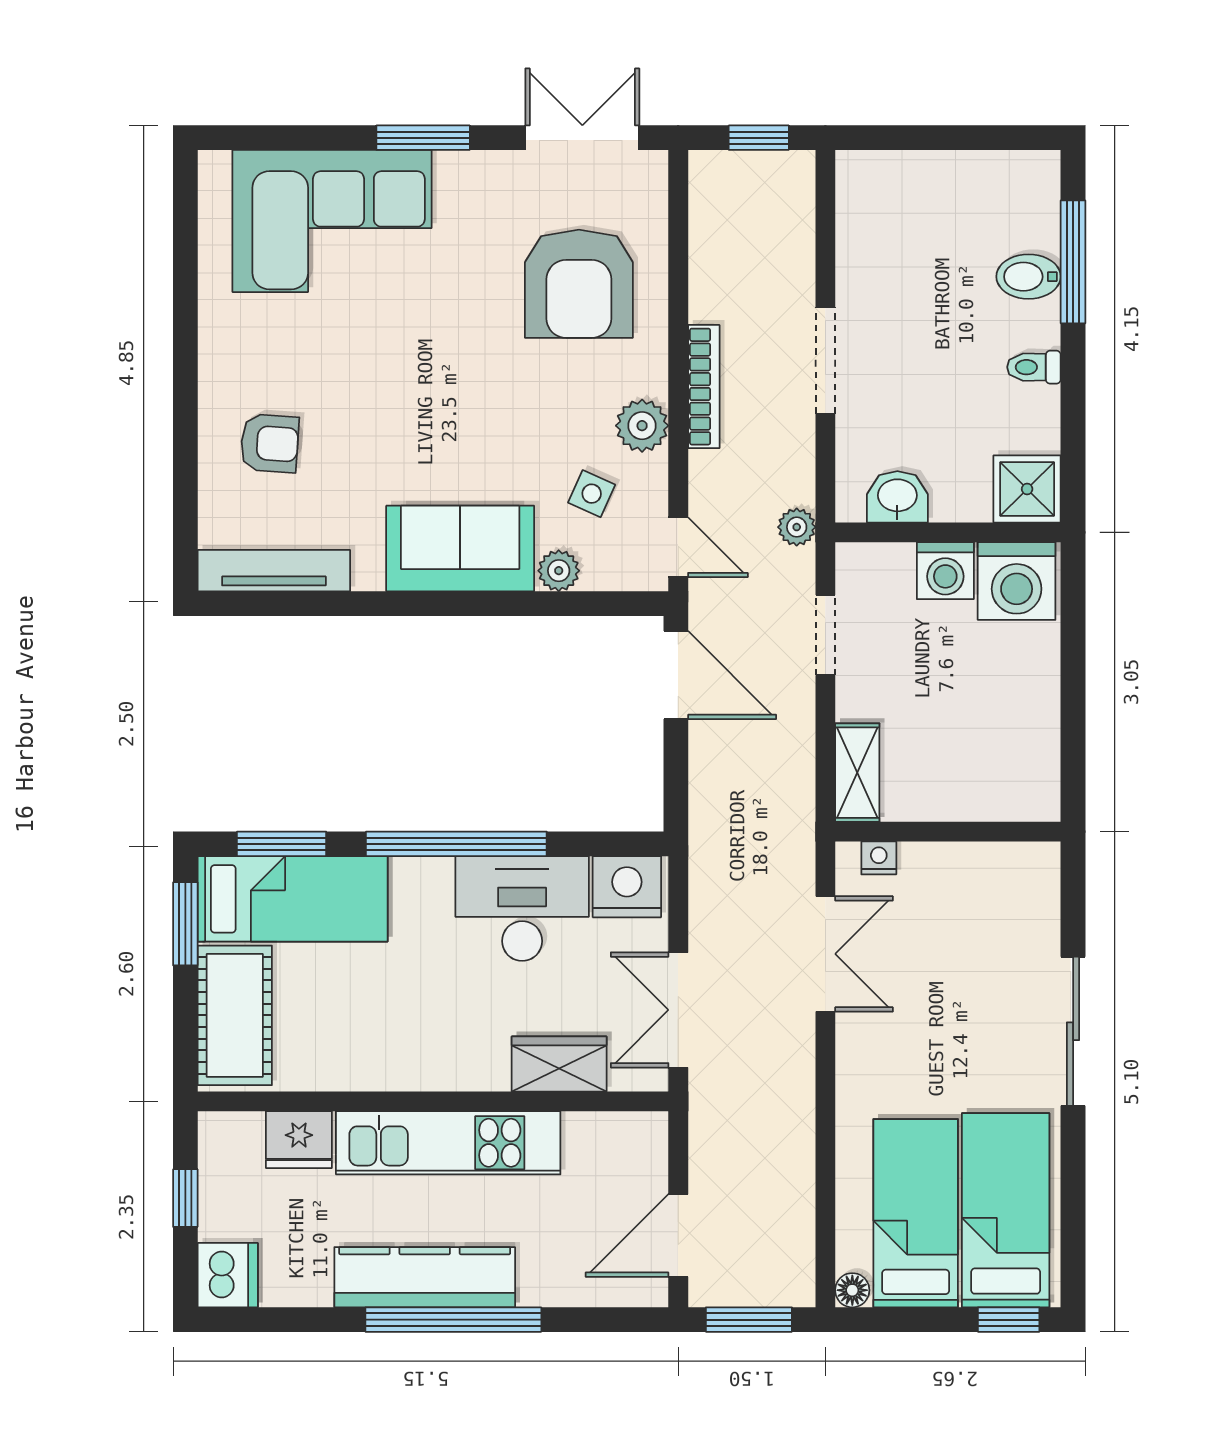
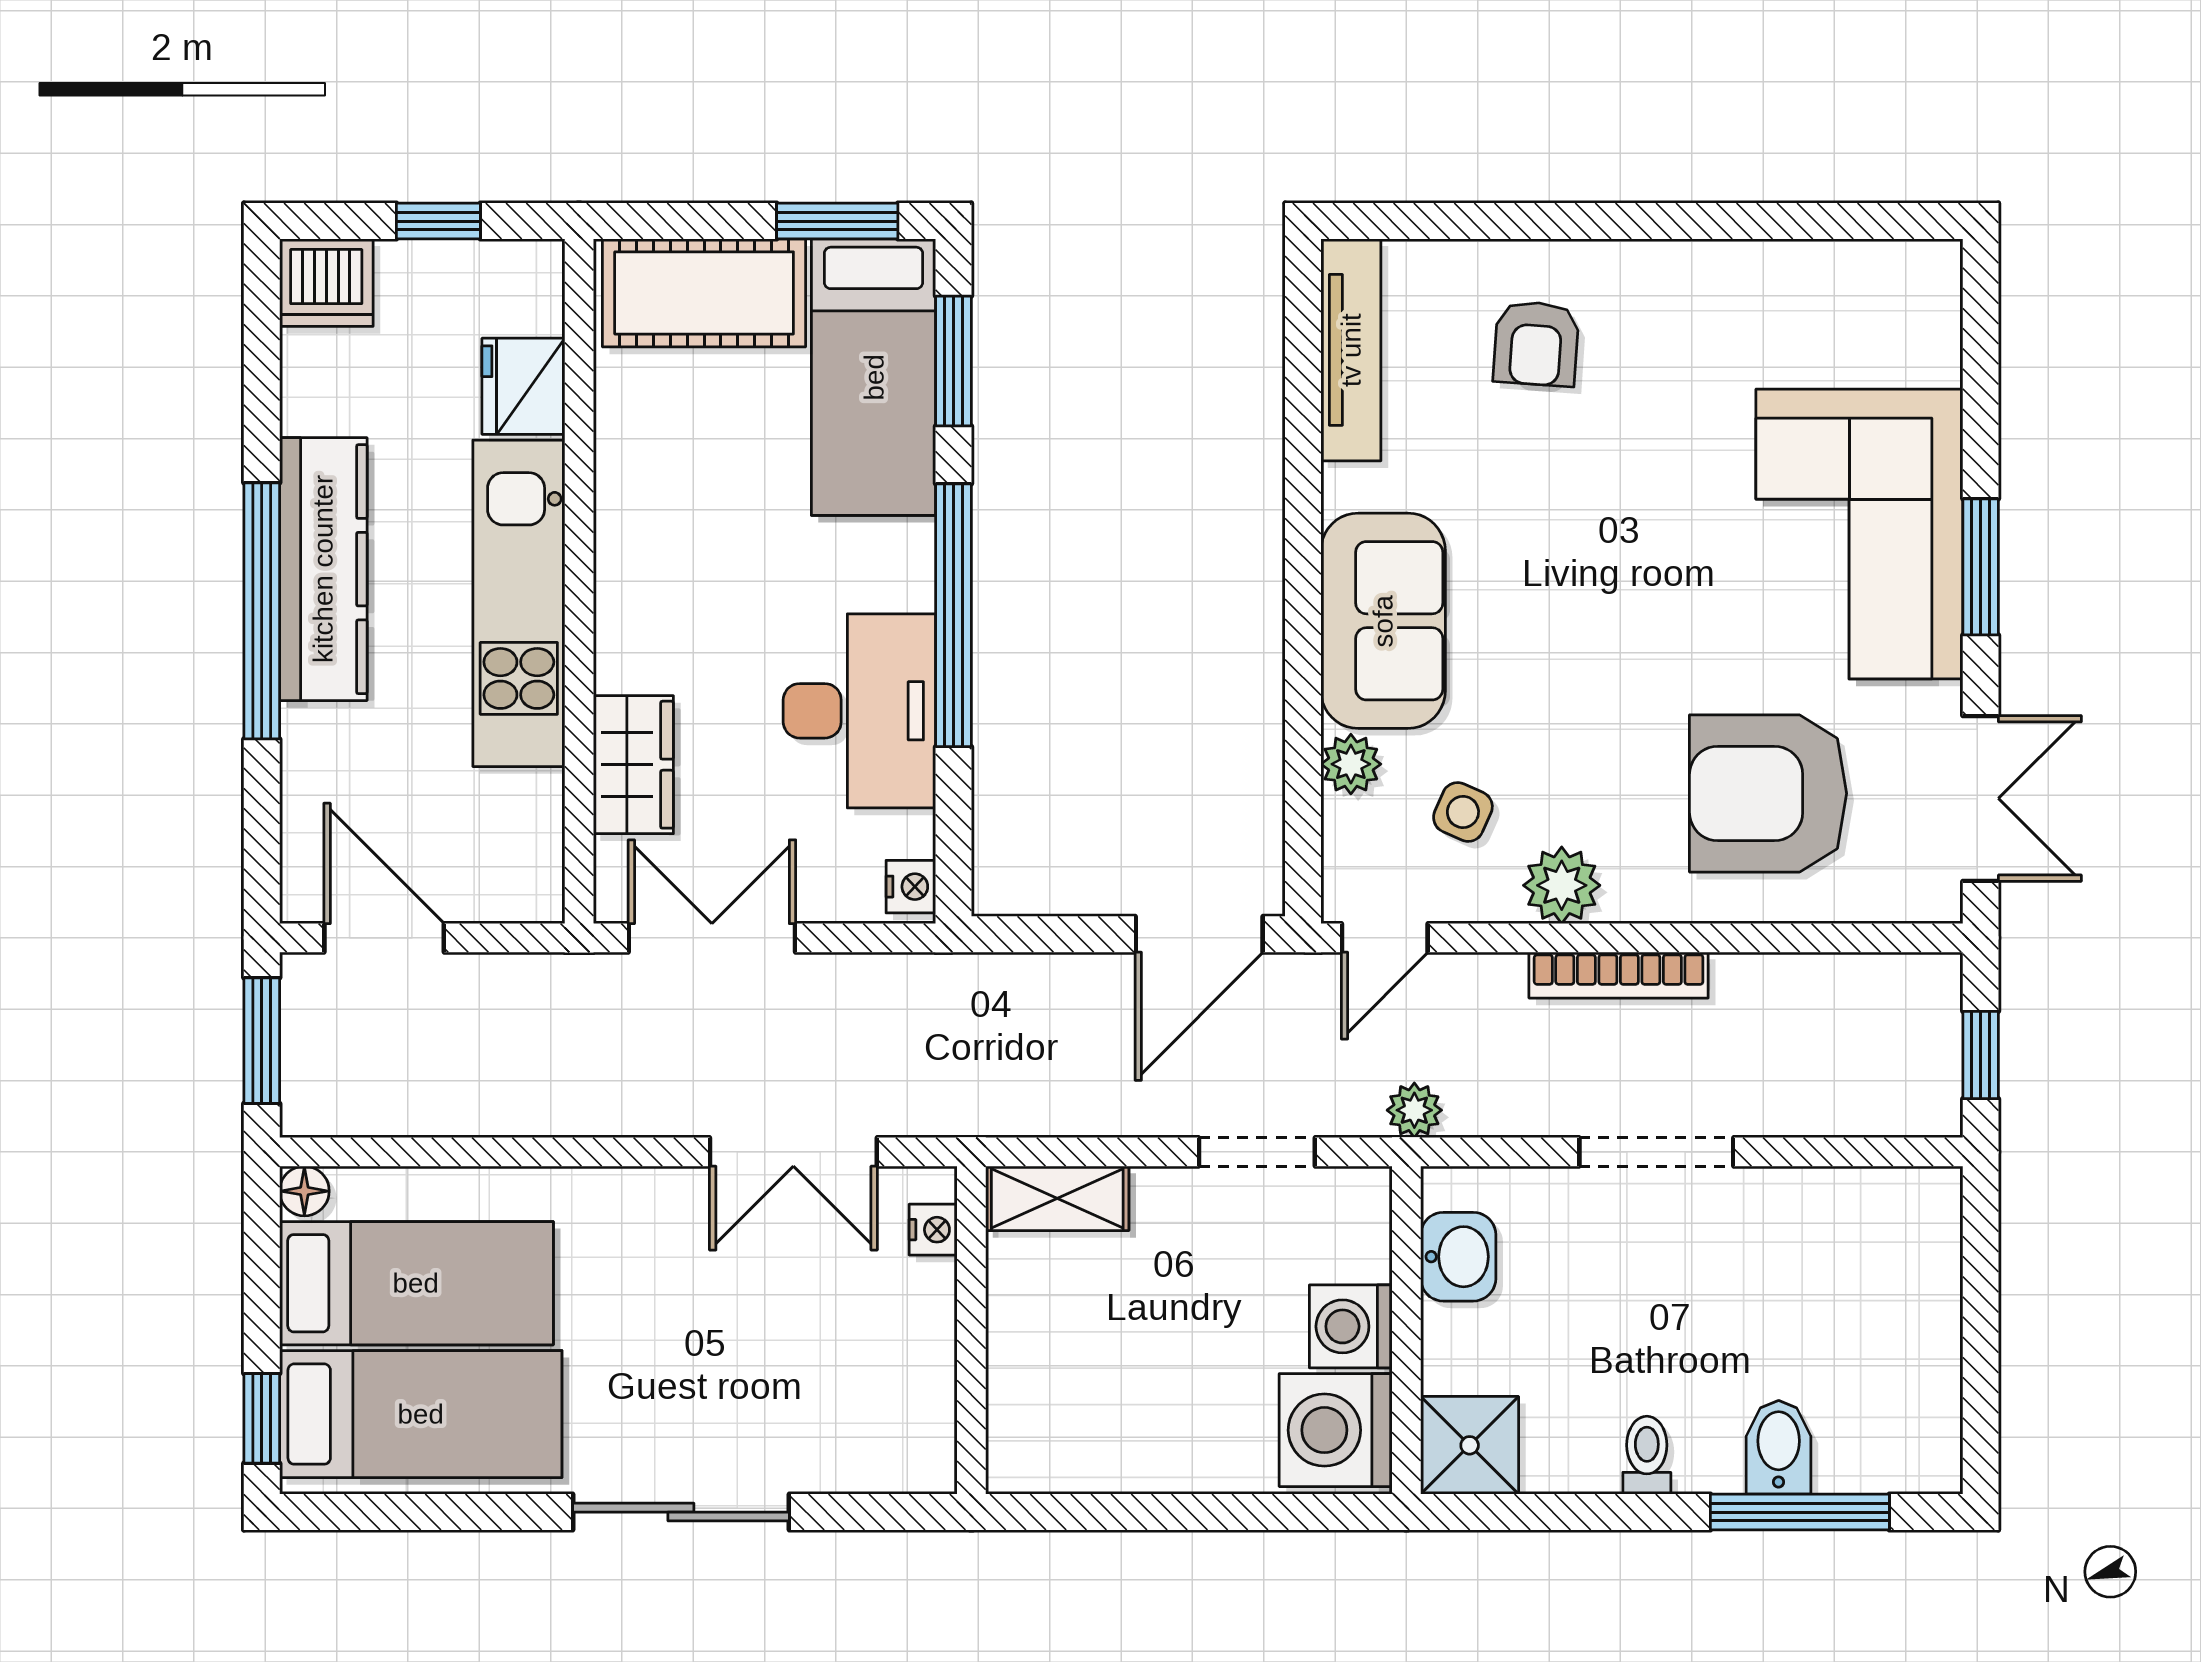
corner sofa: (332, 221) -> (1859, 534), moved
nightstand: (627, 887) -> (911, 887), width x0.53, depth x0.56

